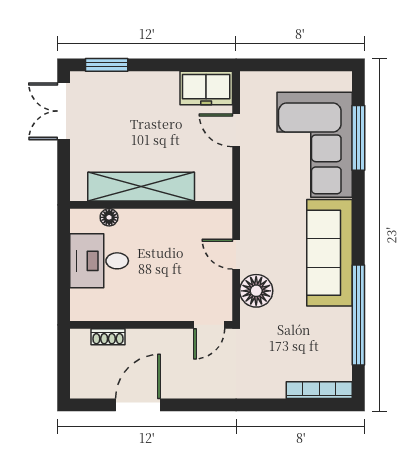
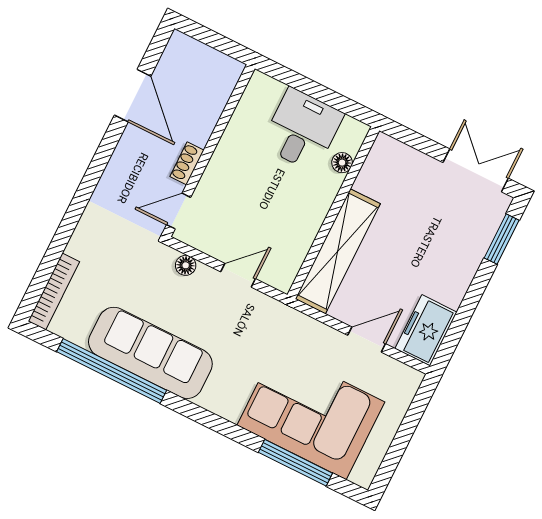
shelving: (141, 187) -> (338, 251), moved
sofa: (330, 253) -> (150, 353), moved
floor lamp: (256, 291) -> (186, 265), width x0.53, depth x0.53
door: (209, 325) -> (179, 211), hinge flipped
shoe rack: (108, 337) -> (187, 163), moved

